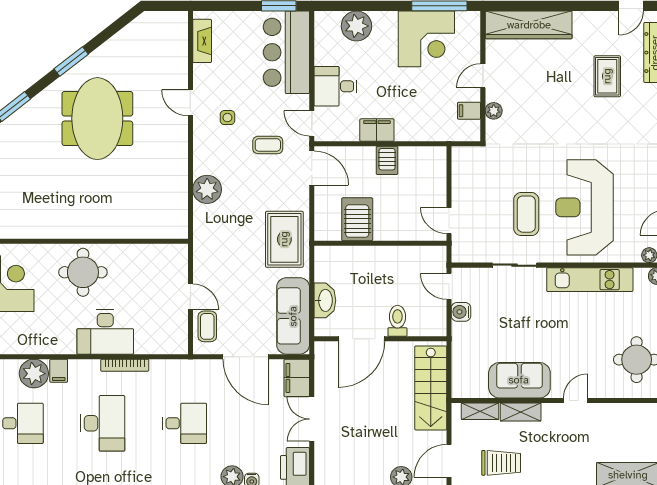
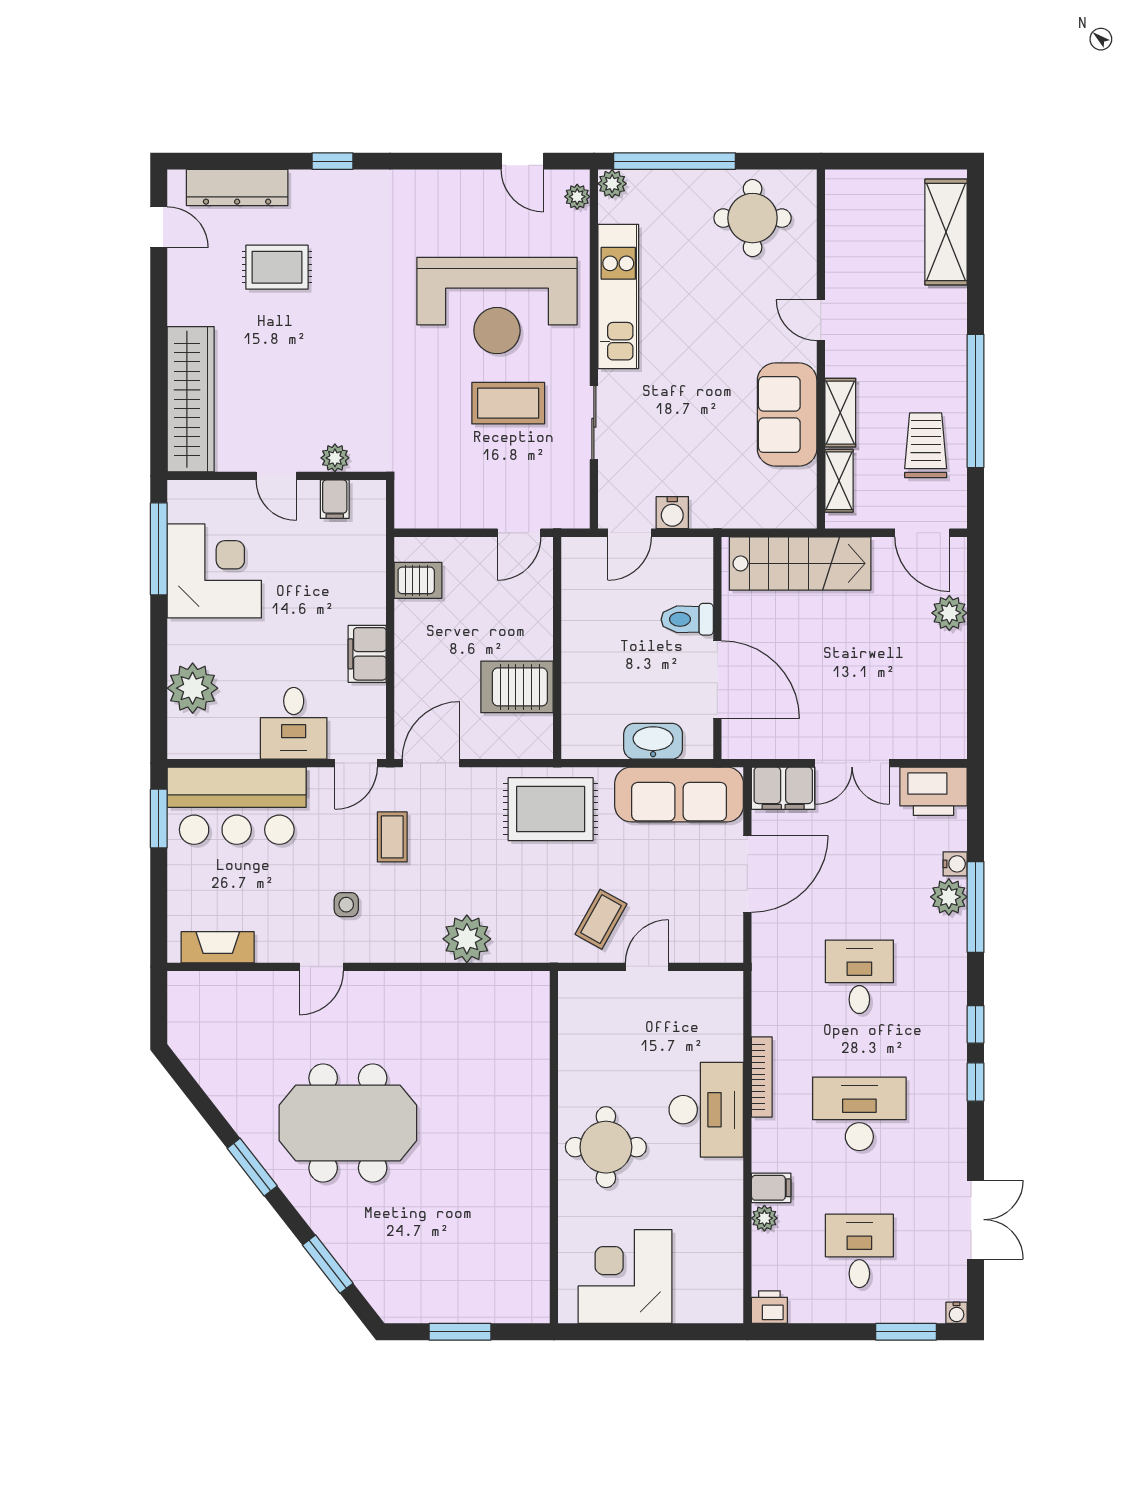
server rack: (387, 160) -> (418, 580), moved
coffee table: (207, 326) -> (601, 919), moved, turned -61
plant: (34, 374) -> (764, 1218), width x0.53, depth x0.53

